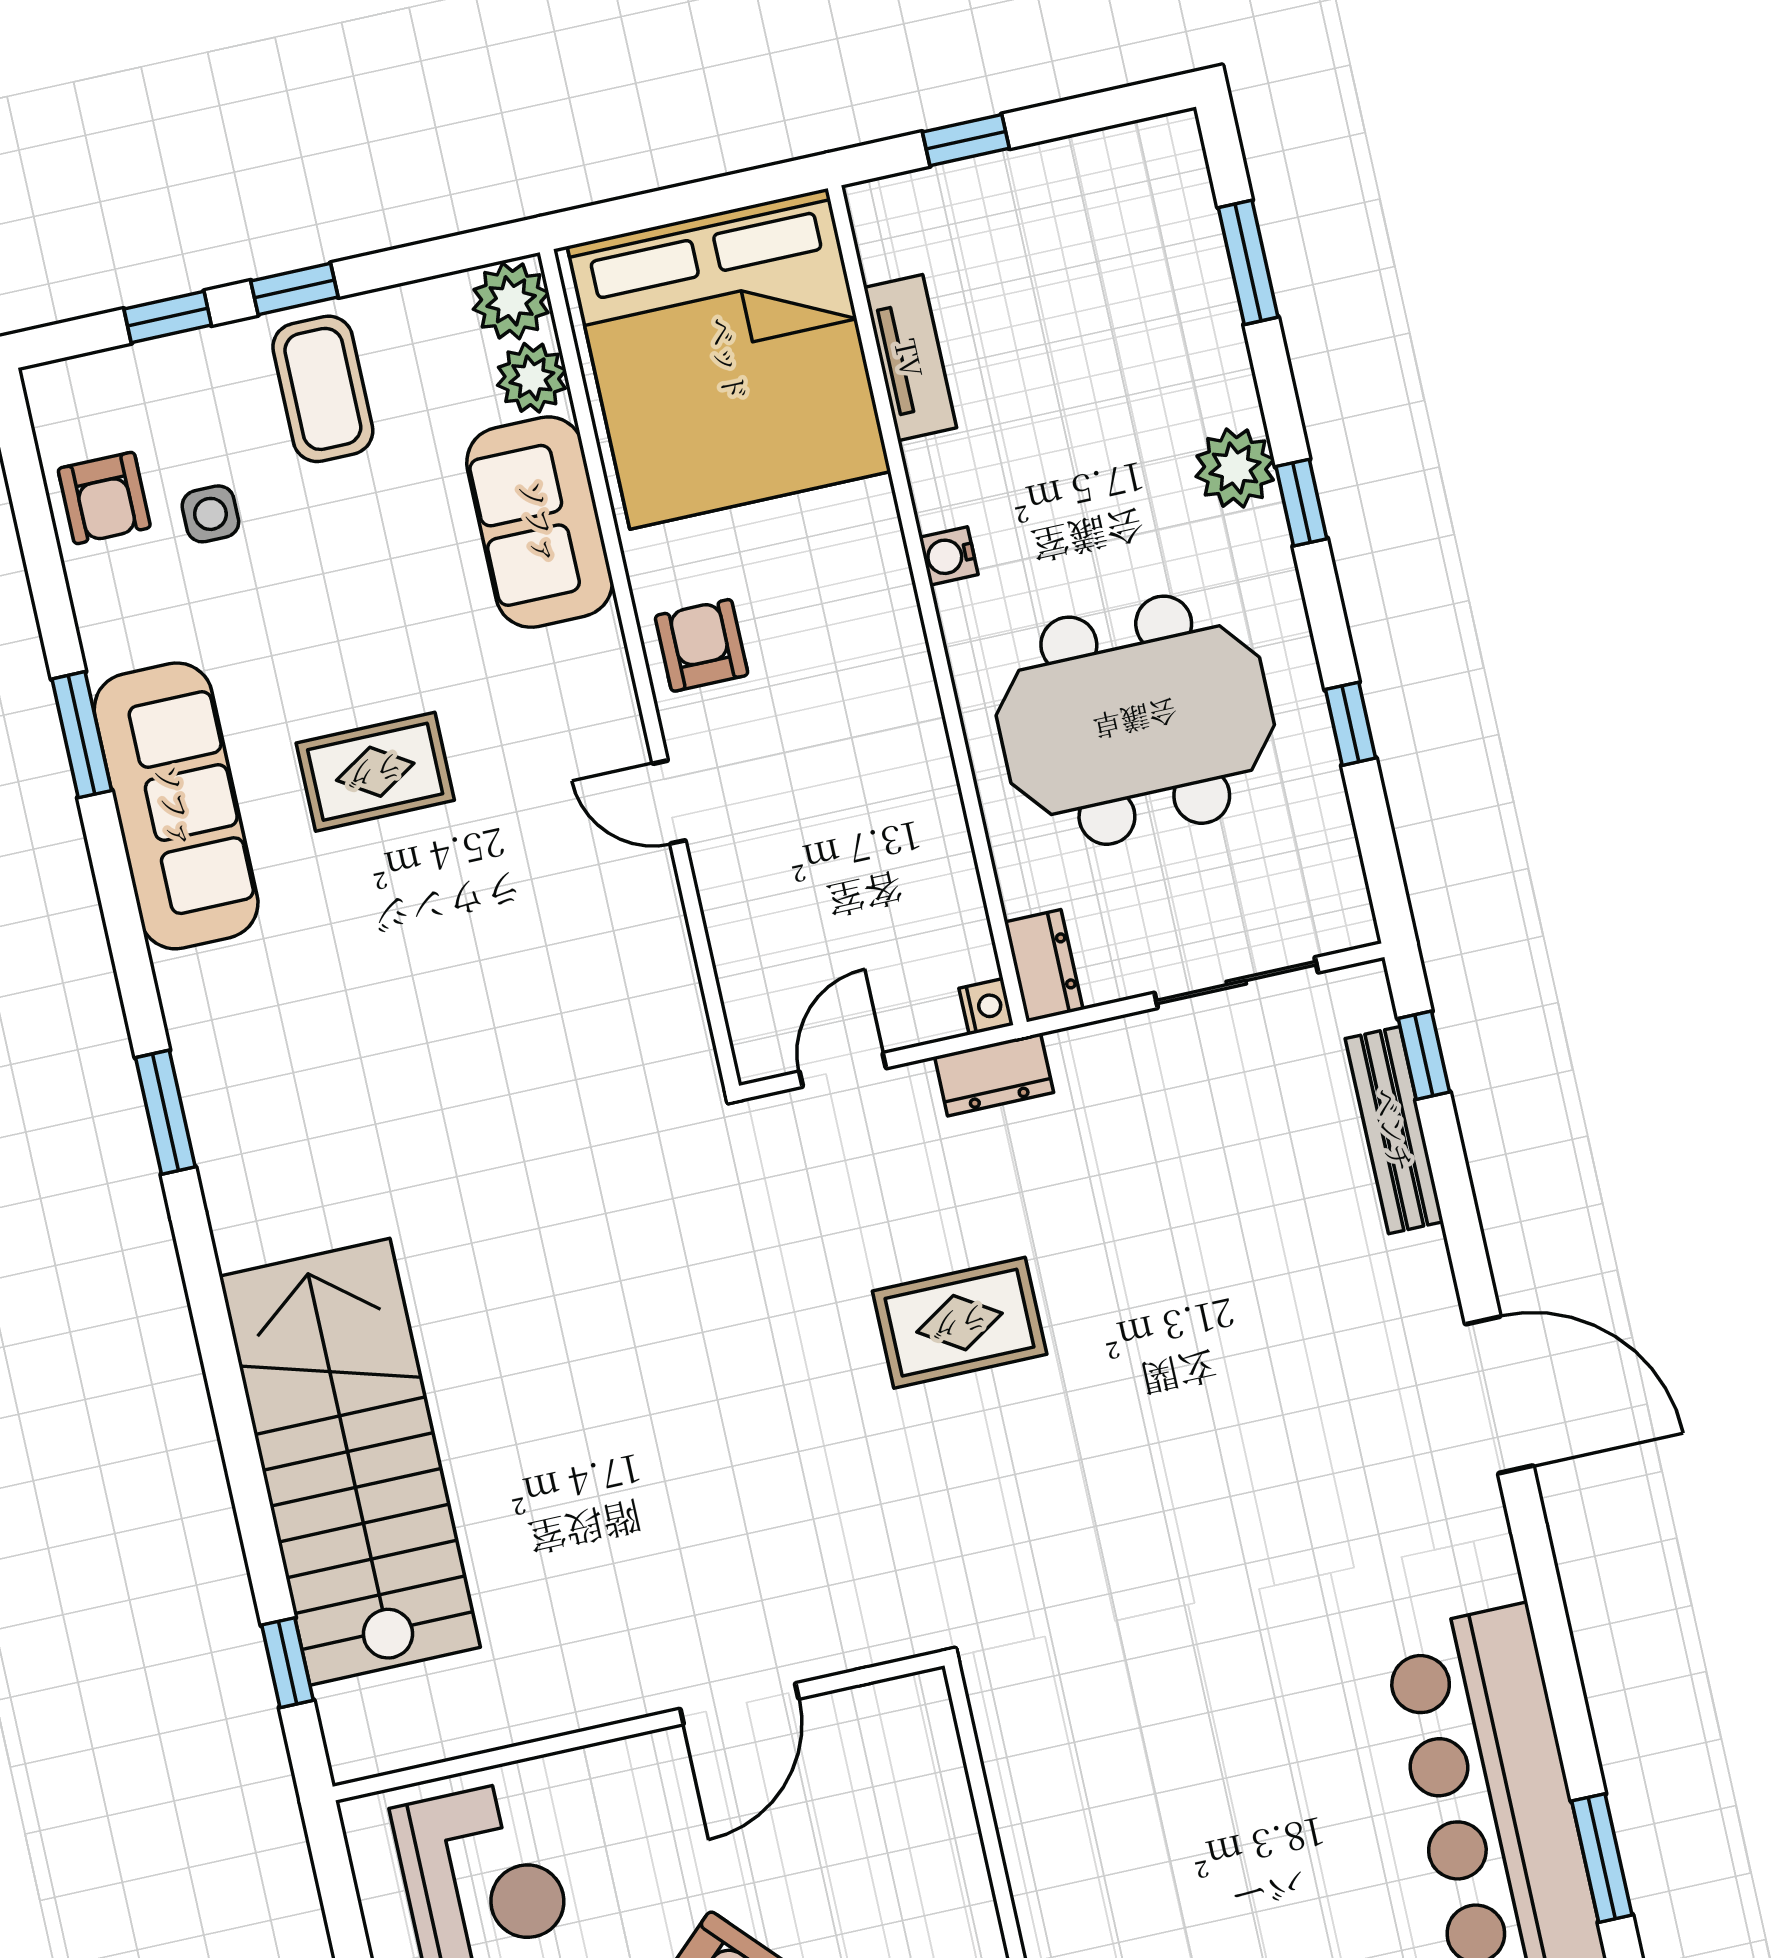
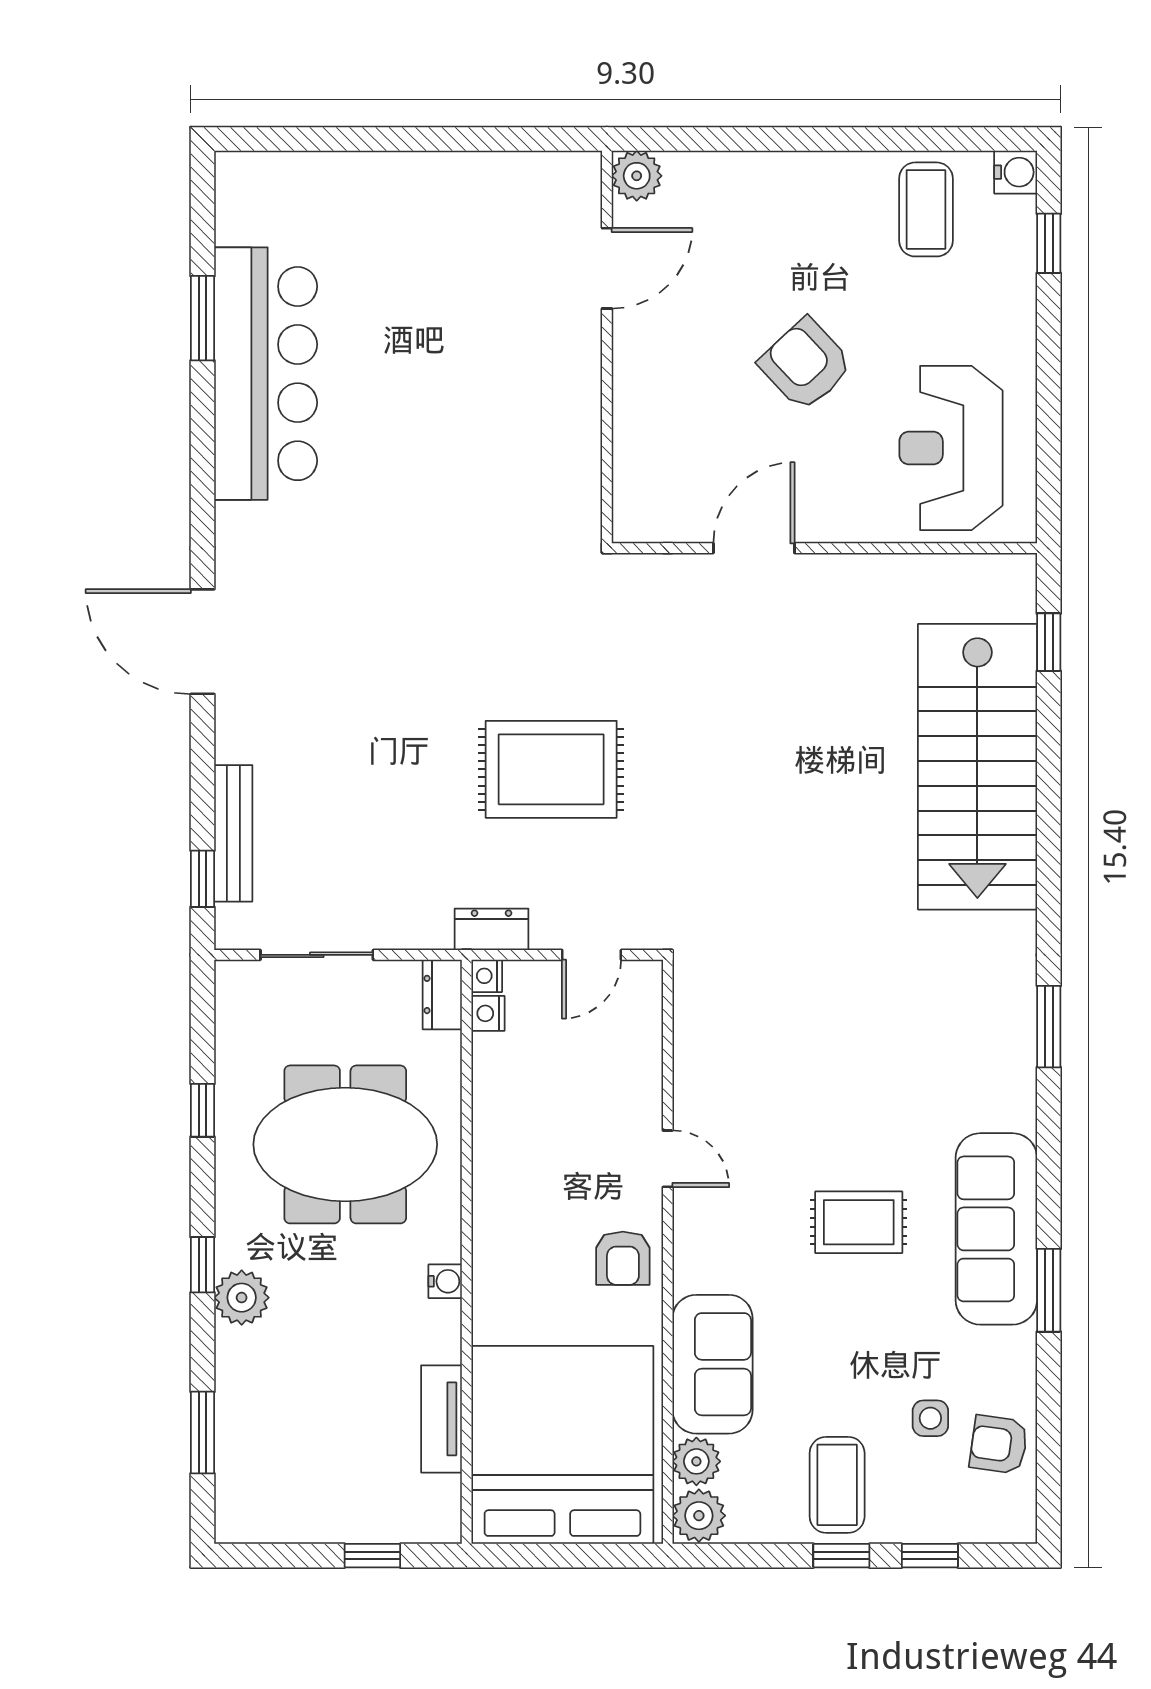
armchair: (104, 498) -> (999, 1444), turned -82
nightstand: (973, 953) -> (488, 1013), added
rug: (960, 1323) -> (551, 769), width x1.36, depth x1.43

